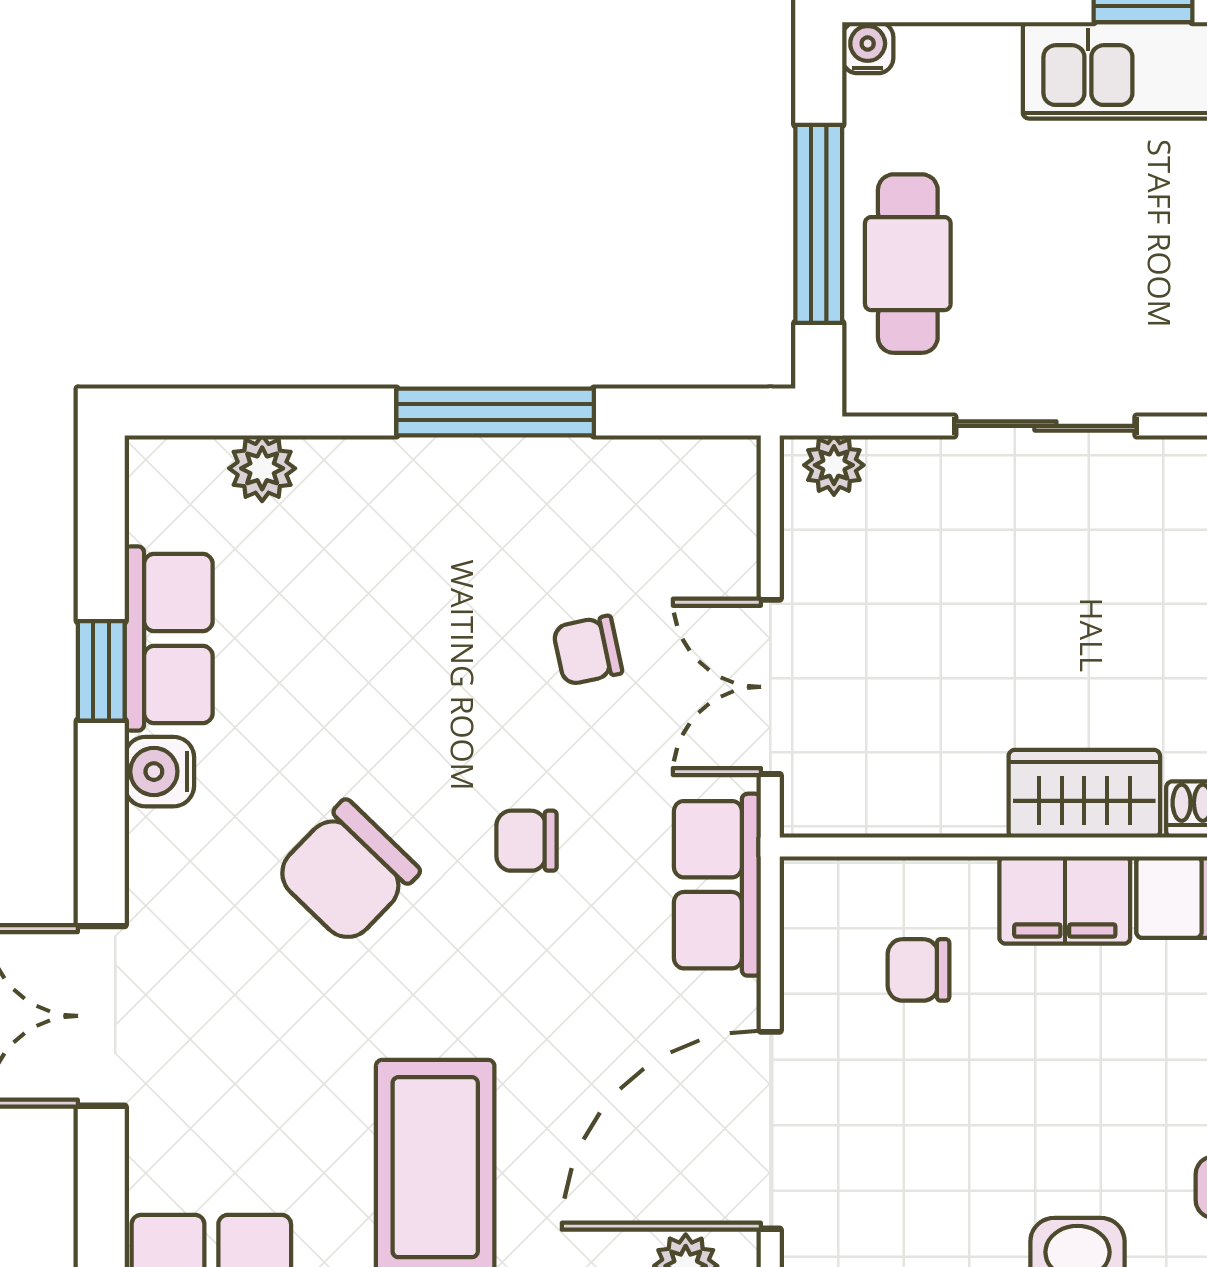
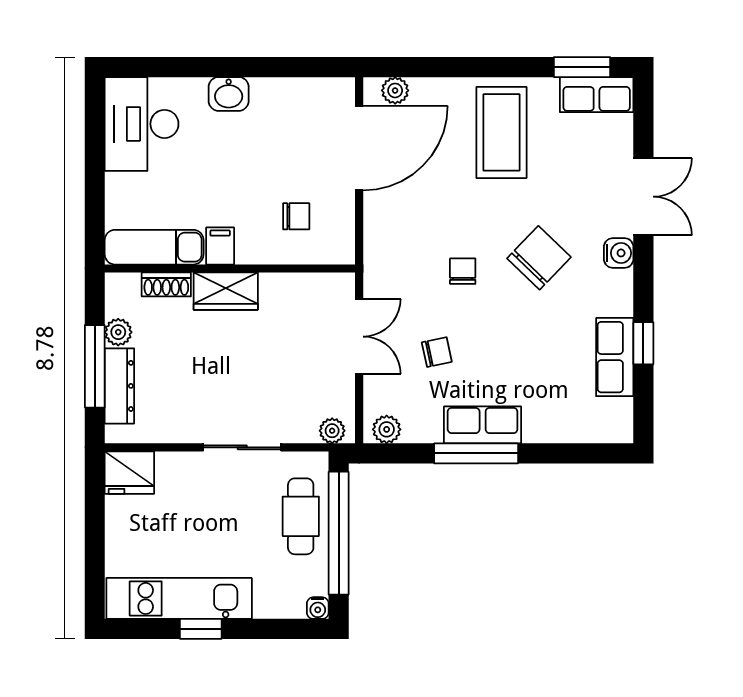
window: (819, 224) -> (339, 533), width x1.46
plant: (262, 468) -> (387, 429), moved
water cooler: (159, 772) -> (619, 253), moved
chair: (527, 841) -> (463, 271), turned -90
row of seats: (717, 885) -> (483, 425), moved, turned -90
filing cabinet: (1065, 900) -> (220, 246), width x0.50

